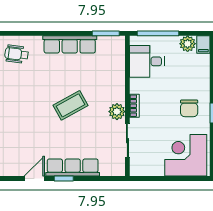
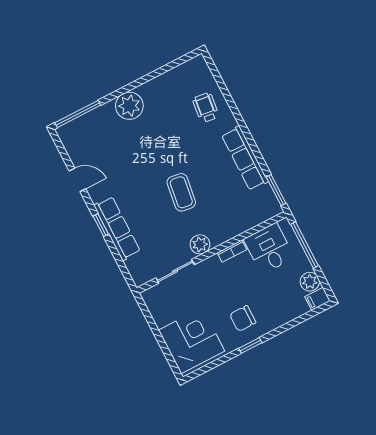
coffee table: (71, 105) -> (181, 192), turned 37
bookcase: (134, 106) -> (232, 251), moved
door: (34, 178) -> (77, 180), moved

